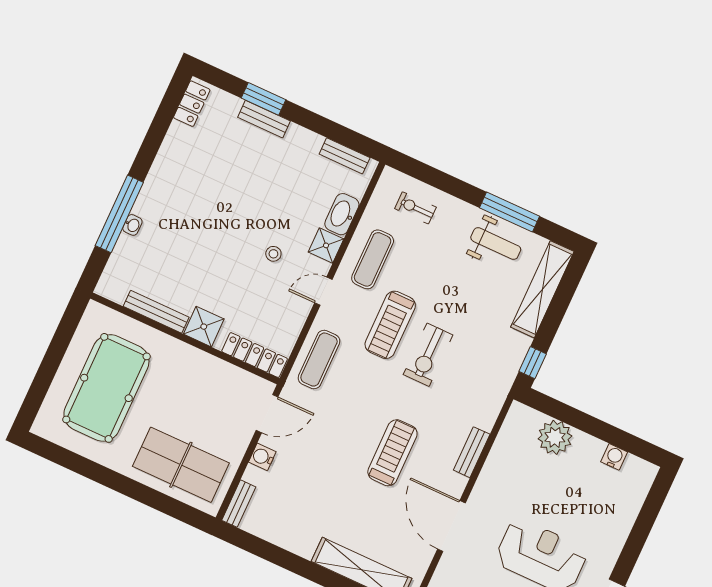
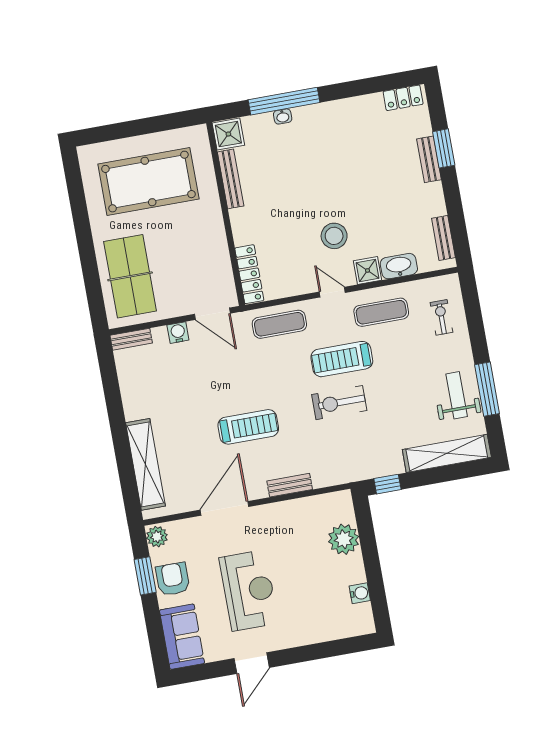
weight bench: (496, 244) -> (457, 395), turned 180
stool: (273, 254) -> (334, 236), width x1.89, depth x1.89
shower: (204, 327) -> (228, 134), moved

